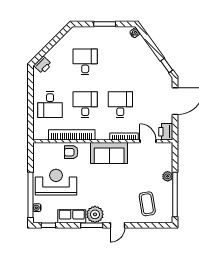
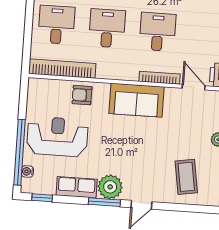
desk: (50, 105) -> (57, 25), turned 180
bookcase: (72, 135) -> (62, 69), moved

